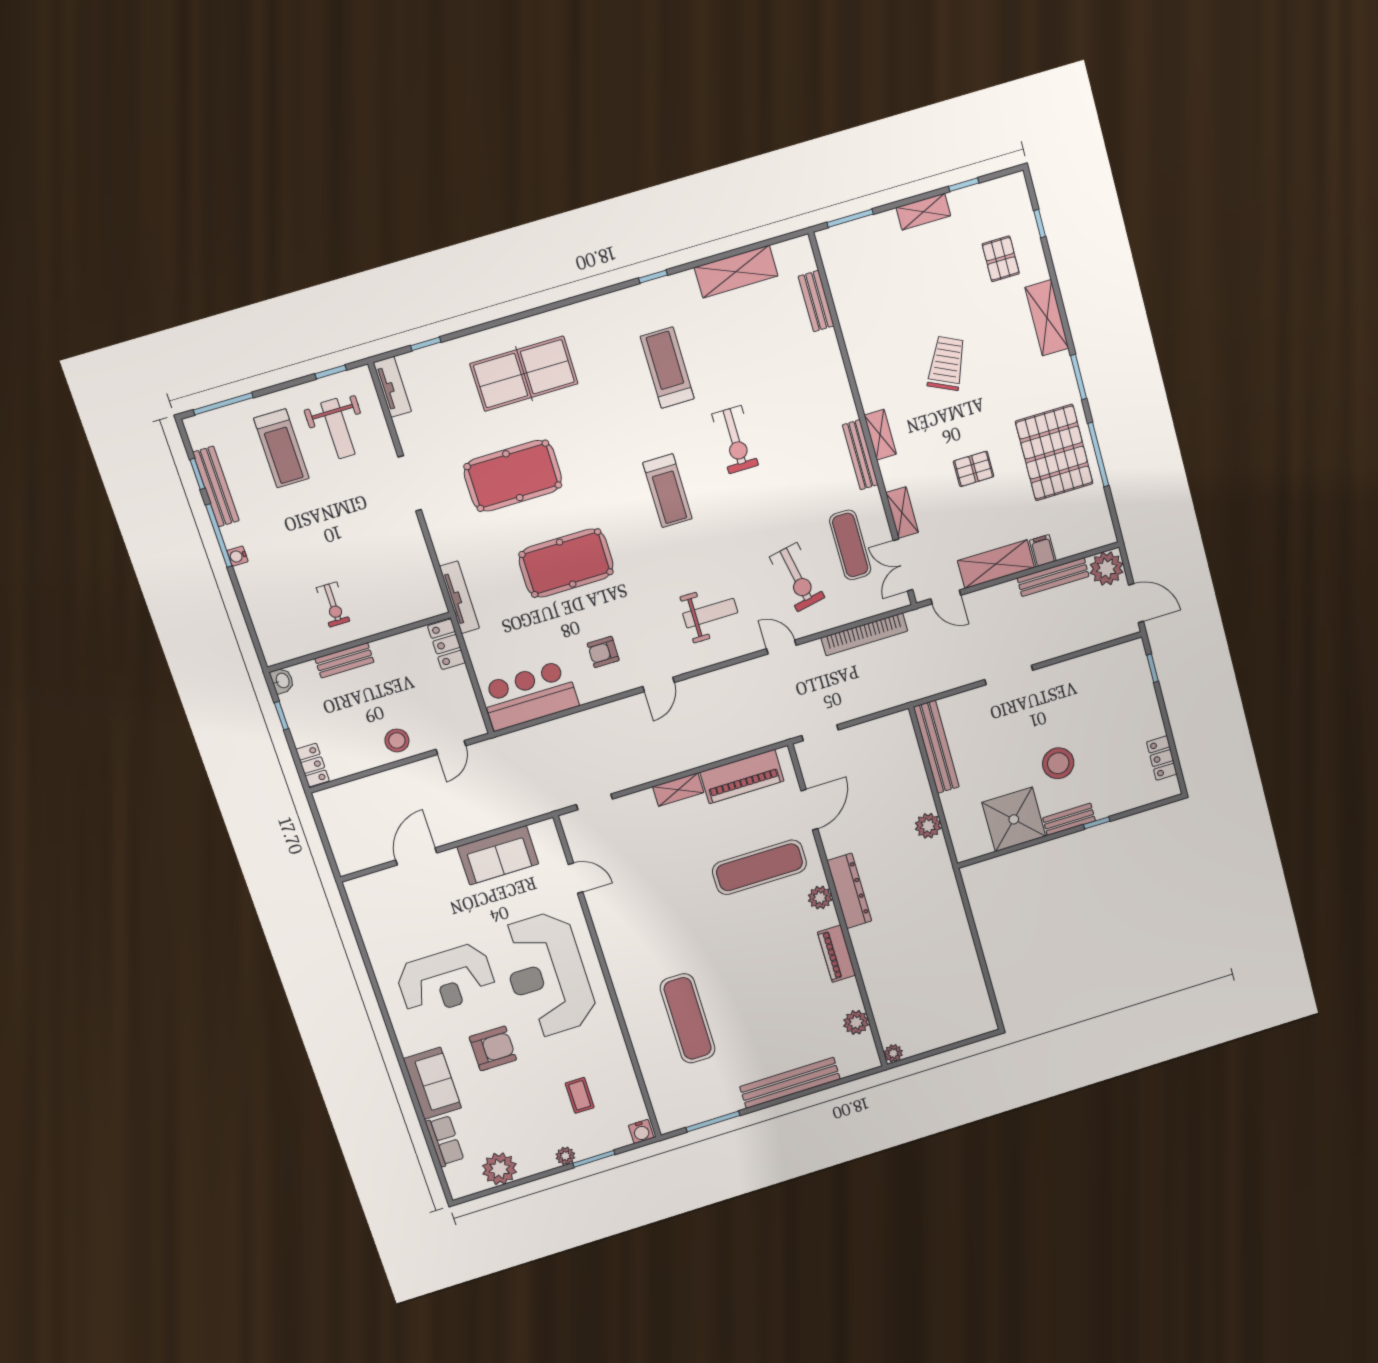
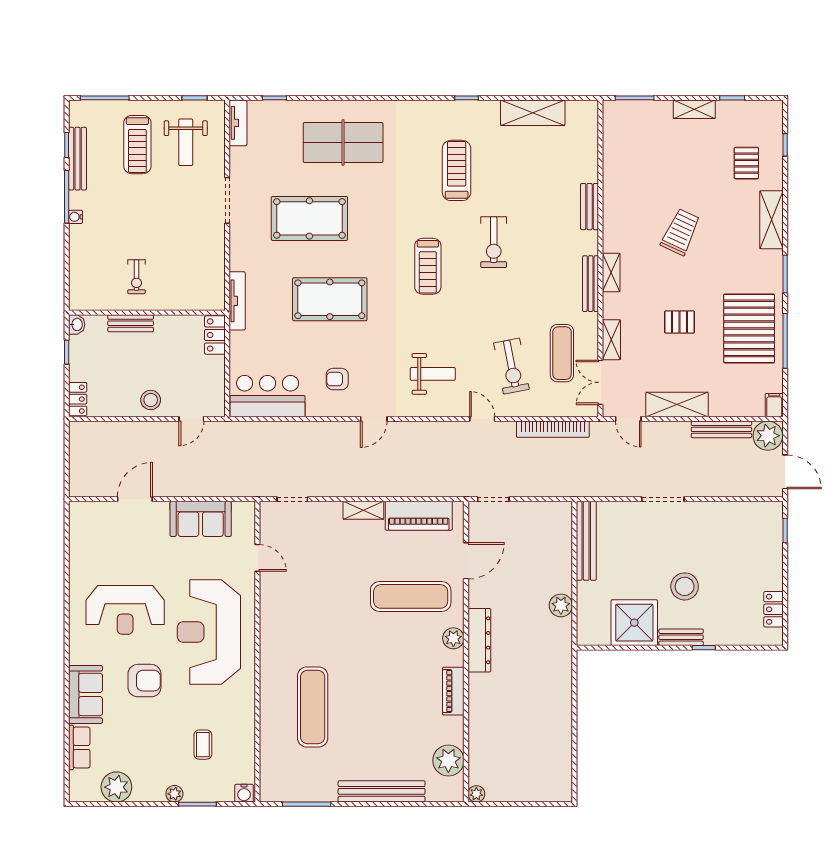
bench: (816, 301) -> (590, 207), moved
filing cabinet: (1043, 551) -> (774, 405), moved
plant: (856, 1022) -> (448, 760), width x1.36, depth x1.36

